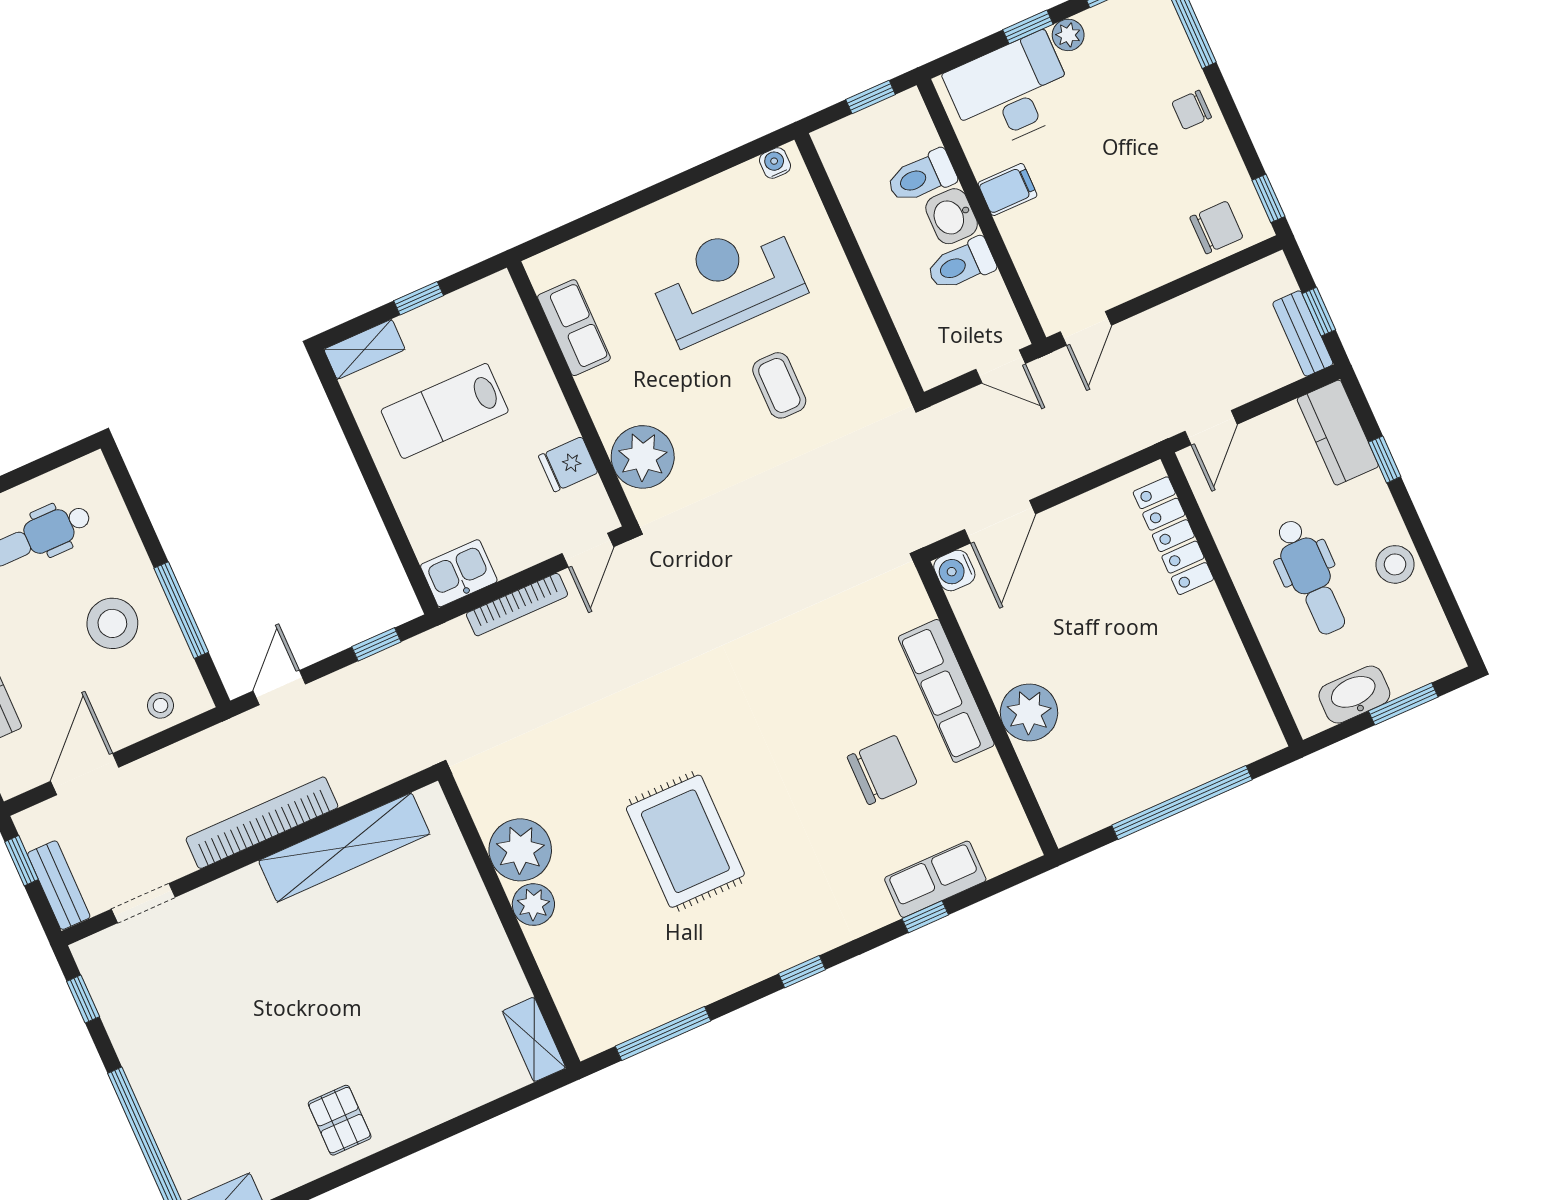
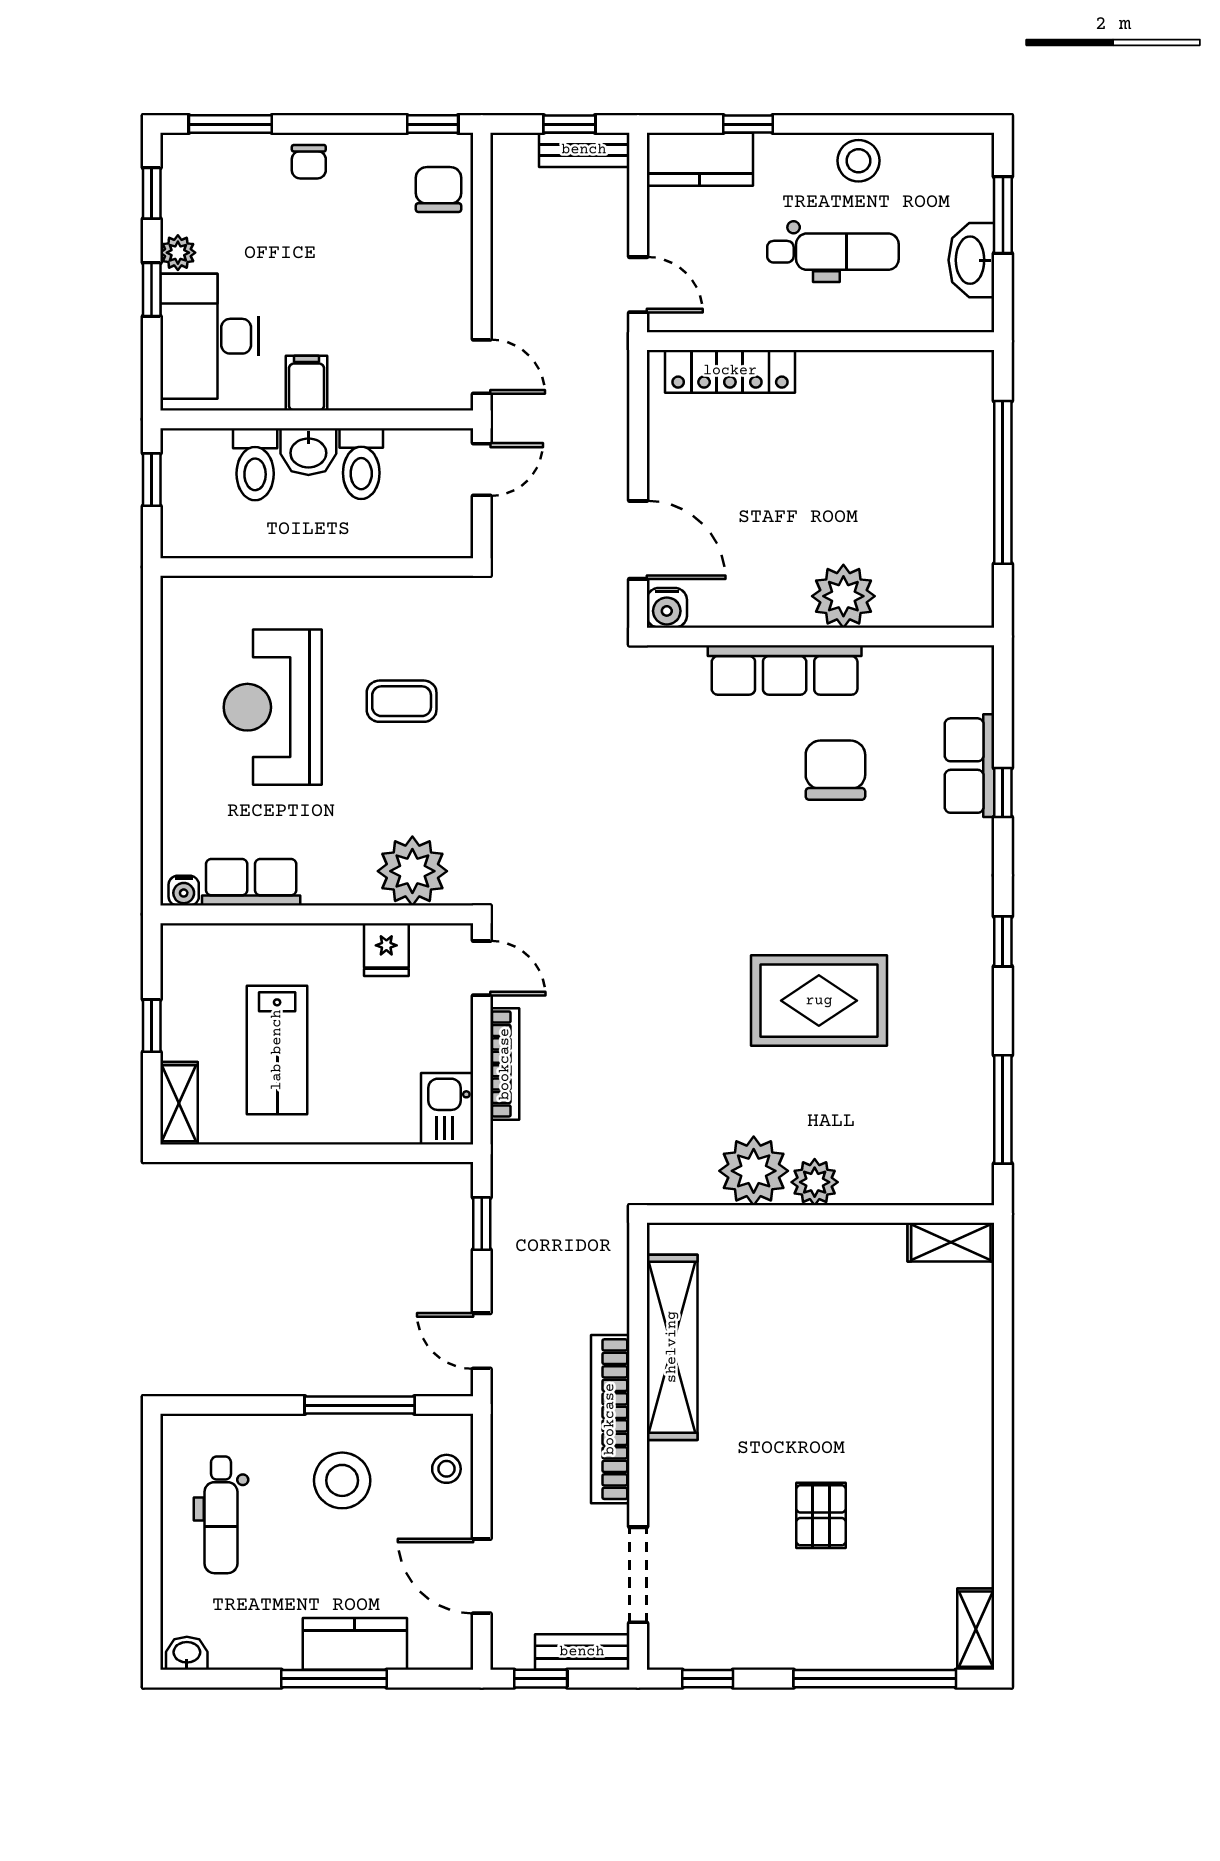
water cooler: (775, 163) -> (184, 891), moved, turned -90
doorway: (143, 903) -> (638, 1575), width x1.38
pallet: (340, 1120) -> (821, 1515), moved, turned 90

